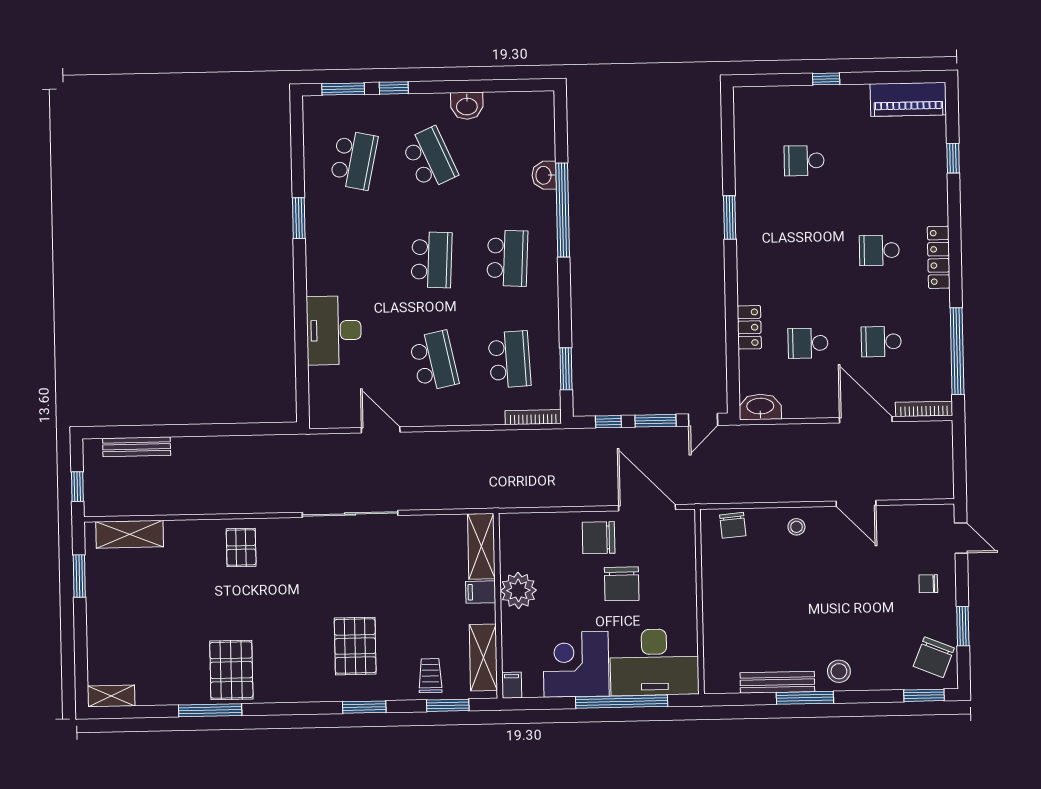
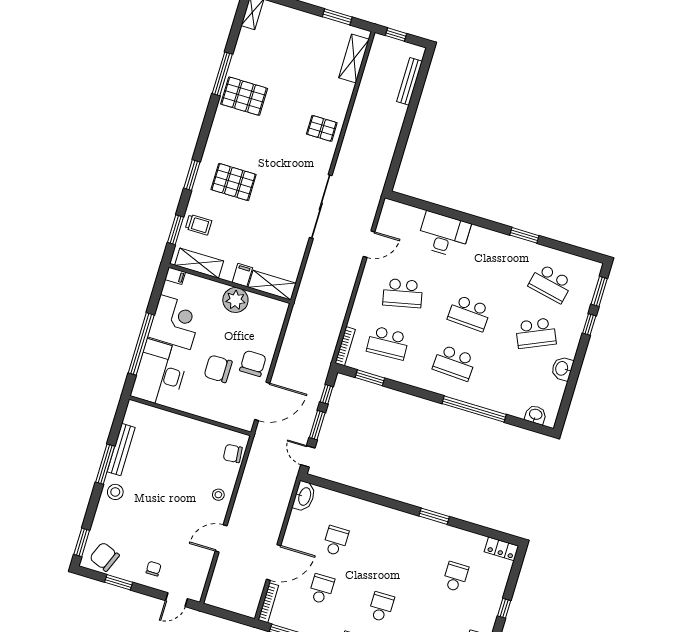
washbasin: (544, 175) -> (536, 415), moved
locker: (749, 327) -> (501, 549), moved

